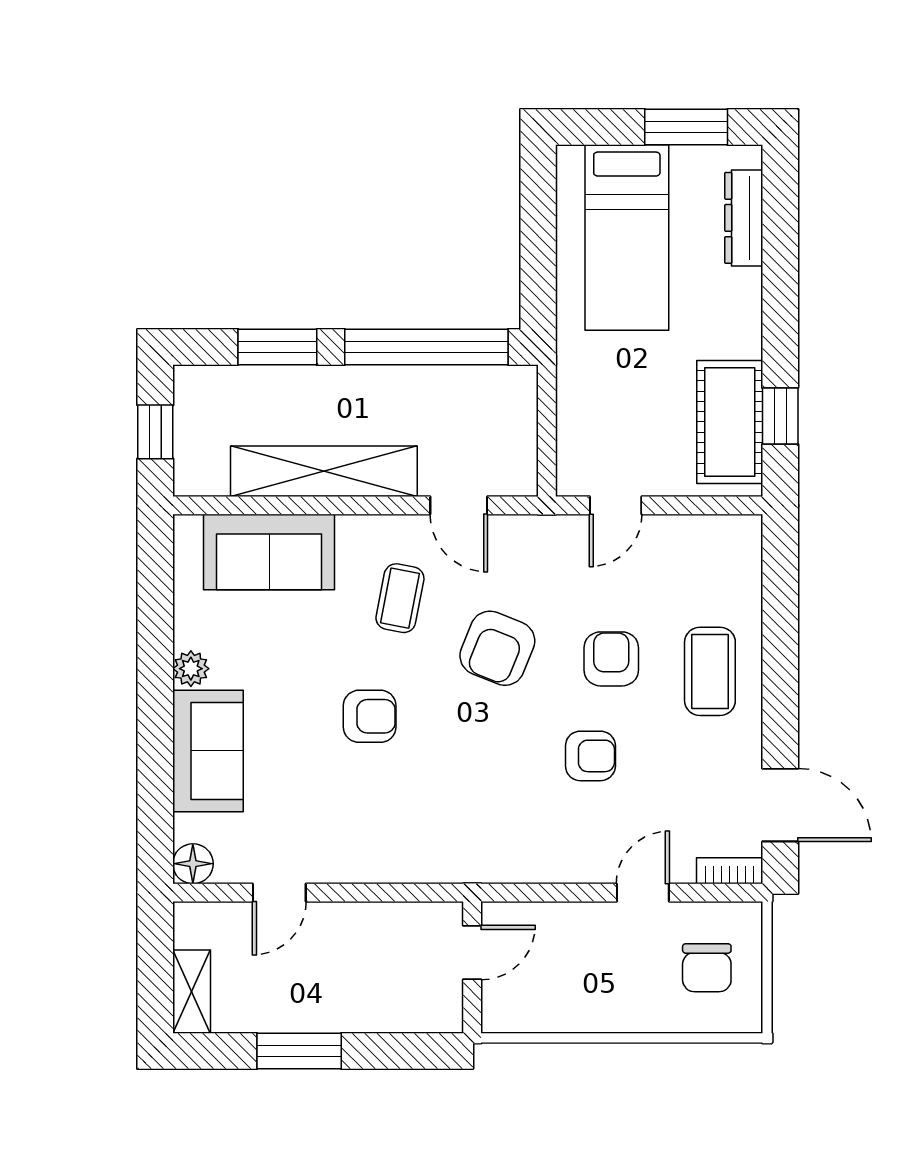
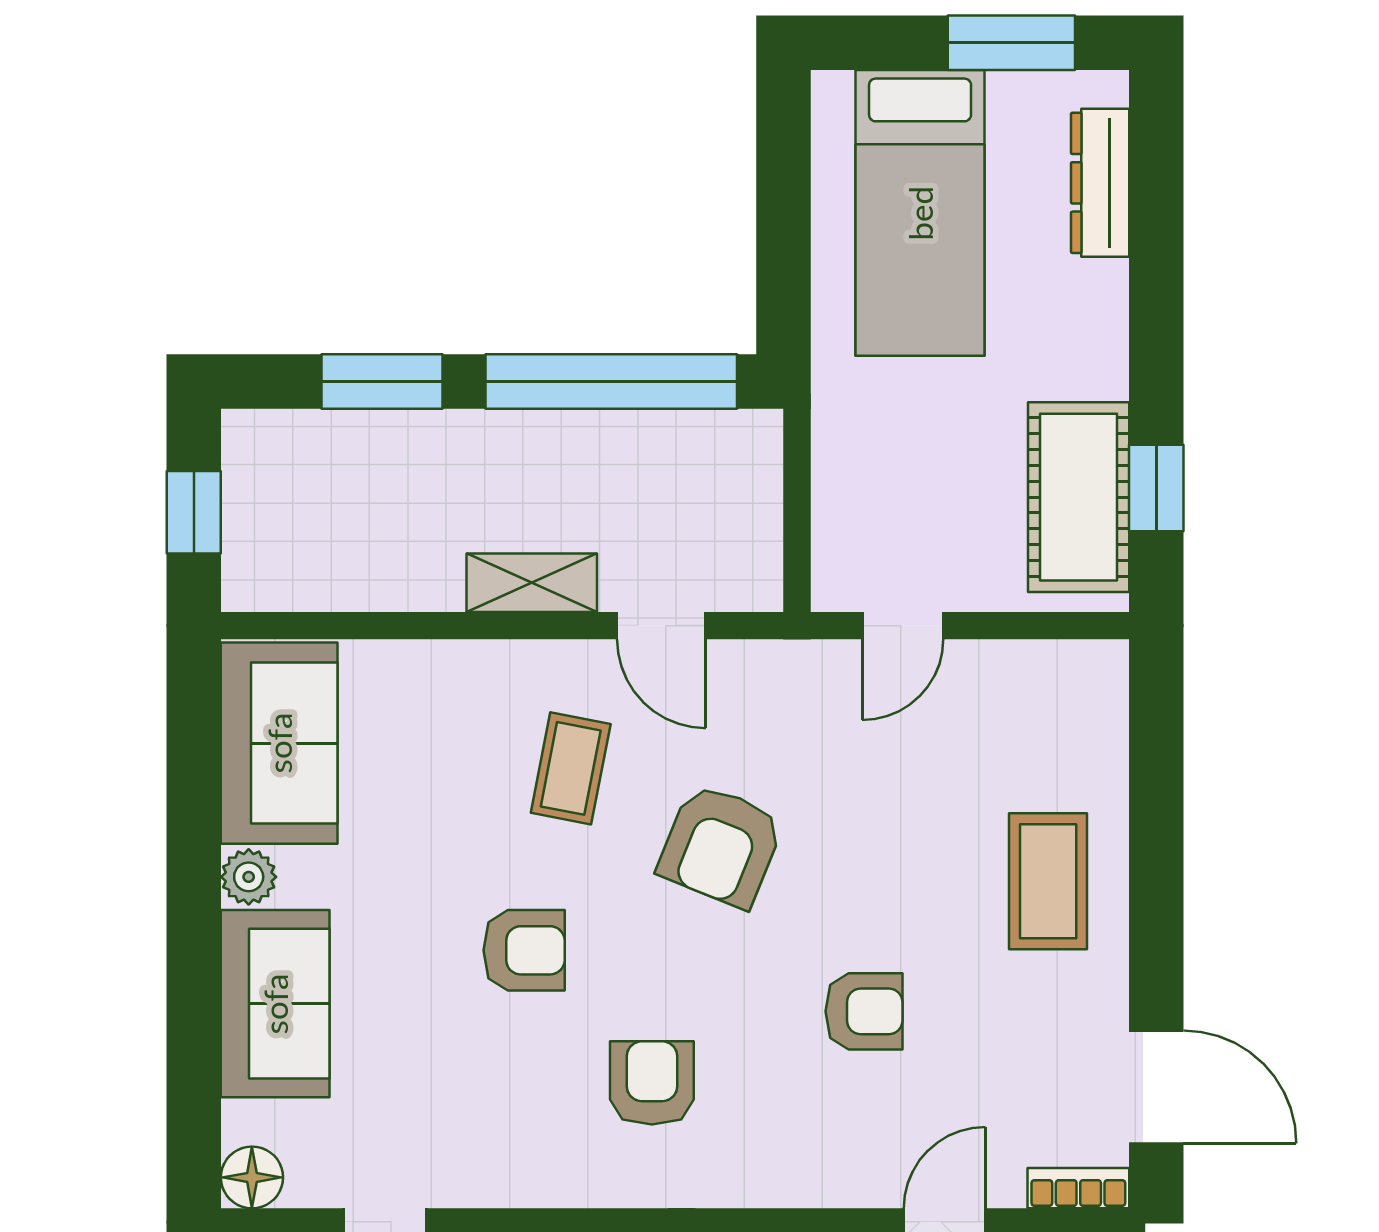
shelving: (324, 471) -> (532, 583), width x0.45, depth x0.75
sofa: (269, 552) -> (279, 743), moved, turned -90
armchair: (611, 659) -> (652, 1083), moved

